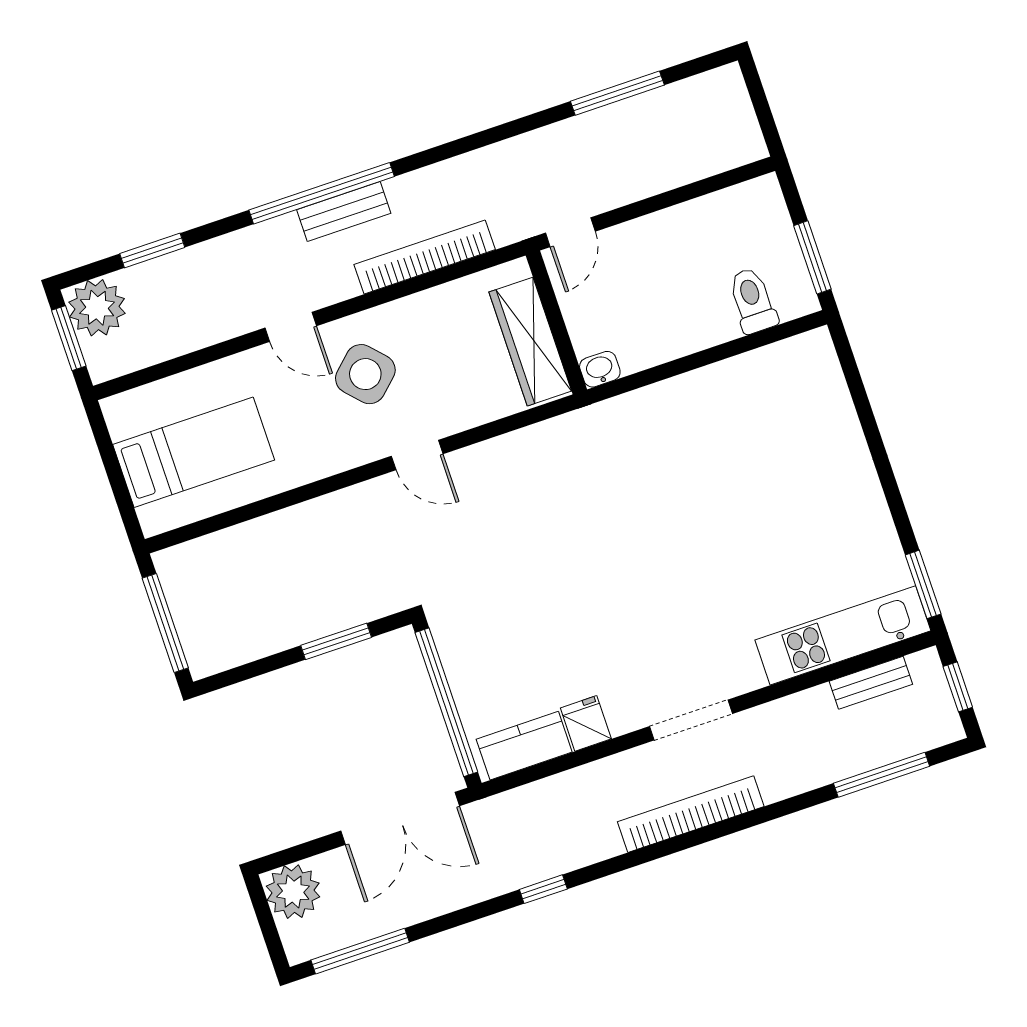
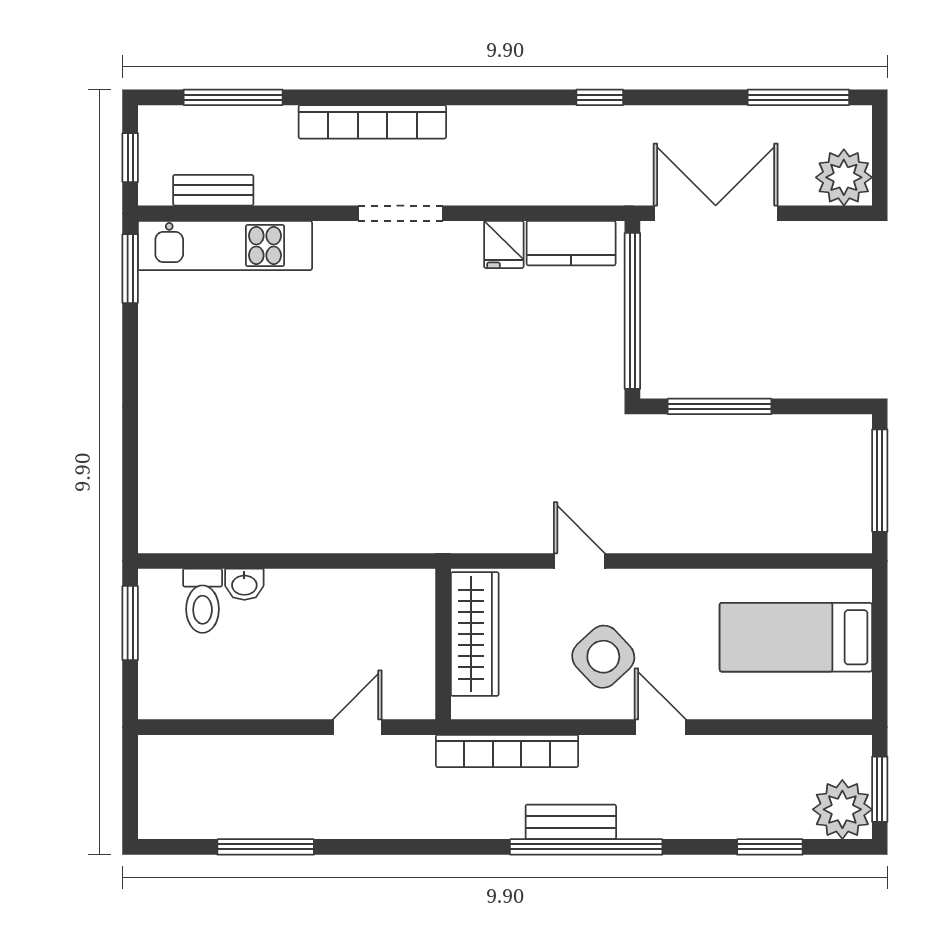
wall: (556, 322) -> (443, 644), moved
wardrobe: (530, 342) -> (475, 634), moved
washbasin: (600, 369) -> (244, 584), moved
window: (336, 641) -> (720, 406), width x1.44
bookcase: (691, 814) -> (372, 122), moved

